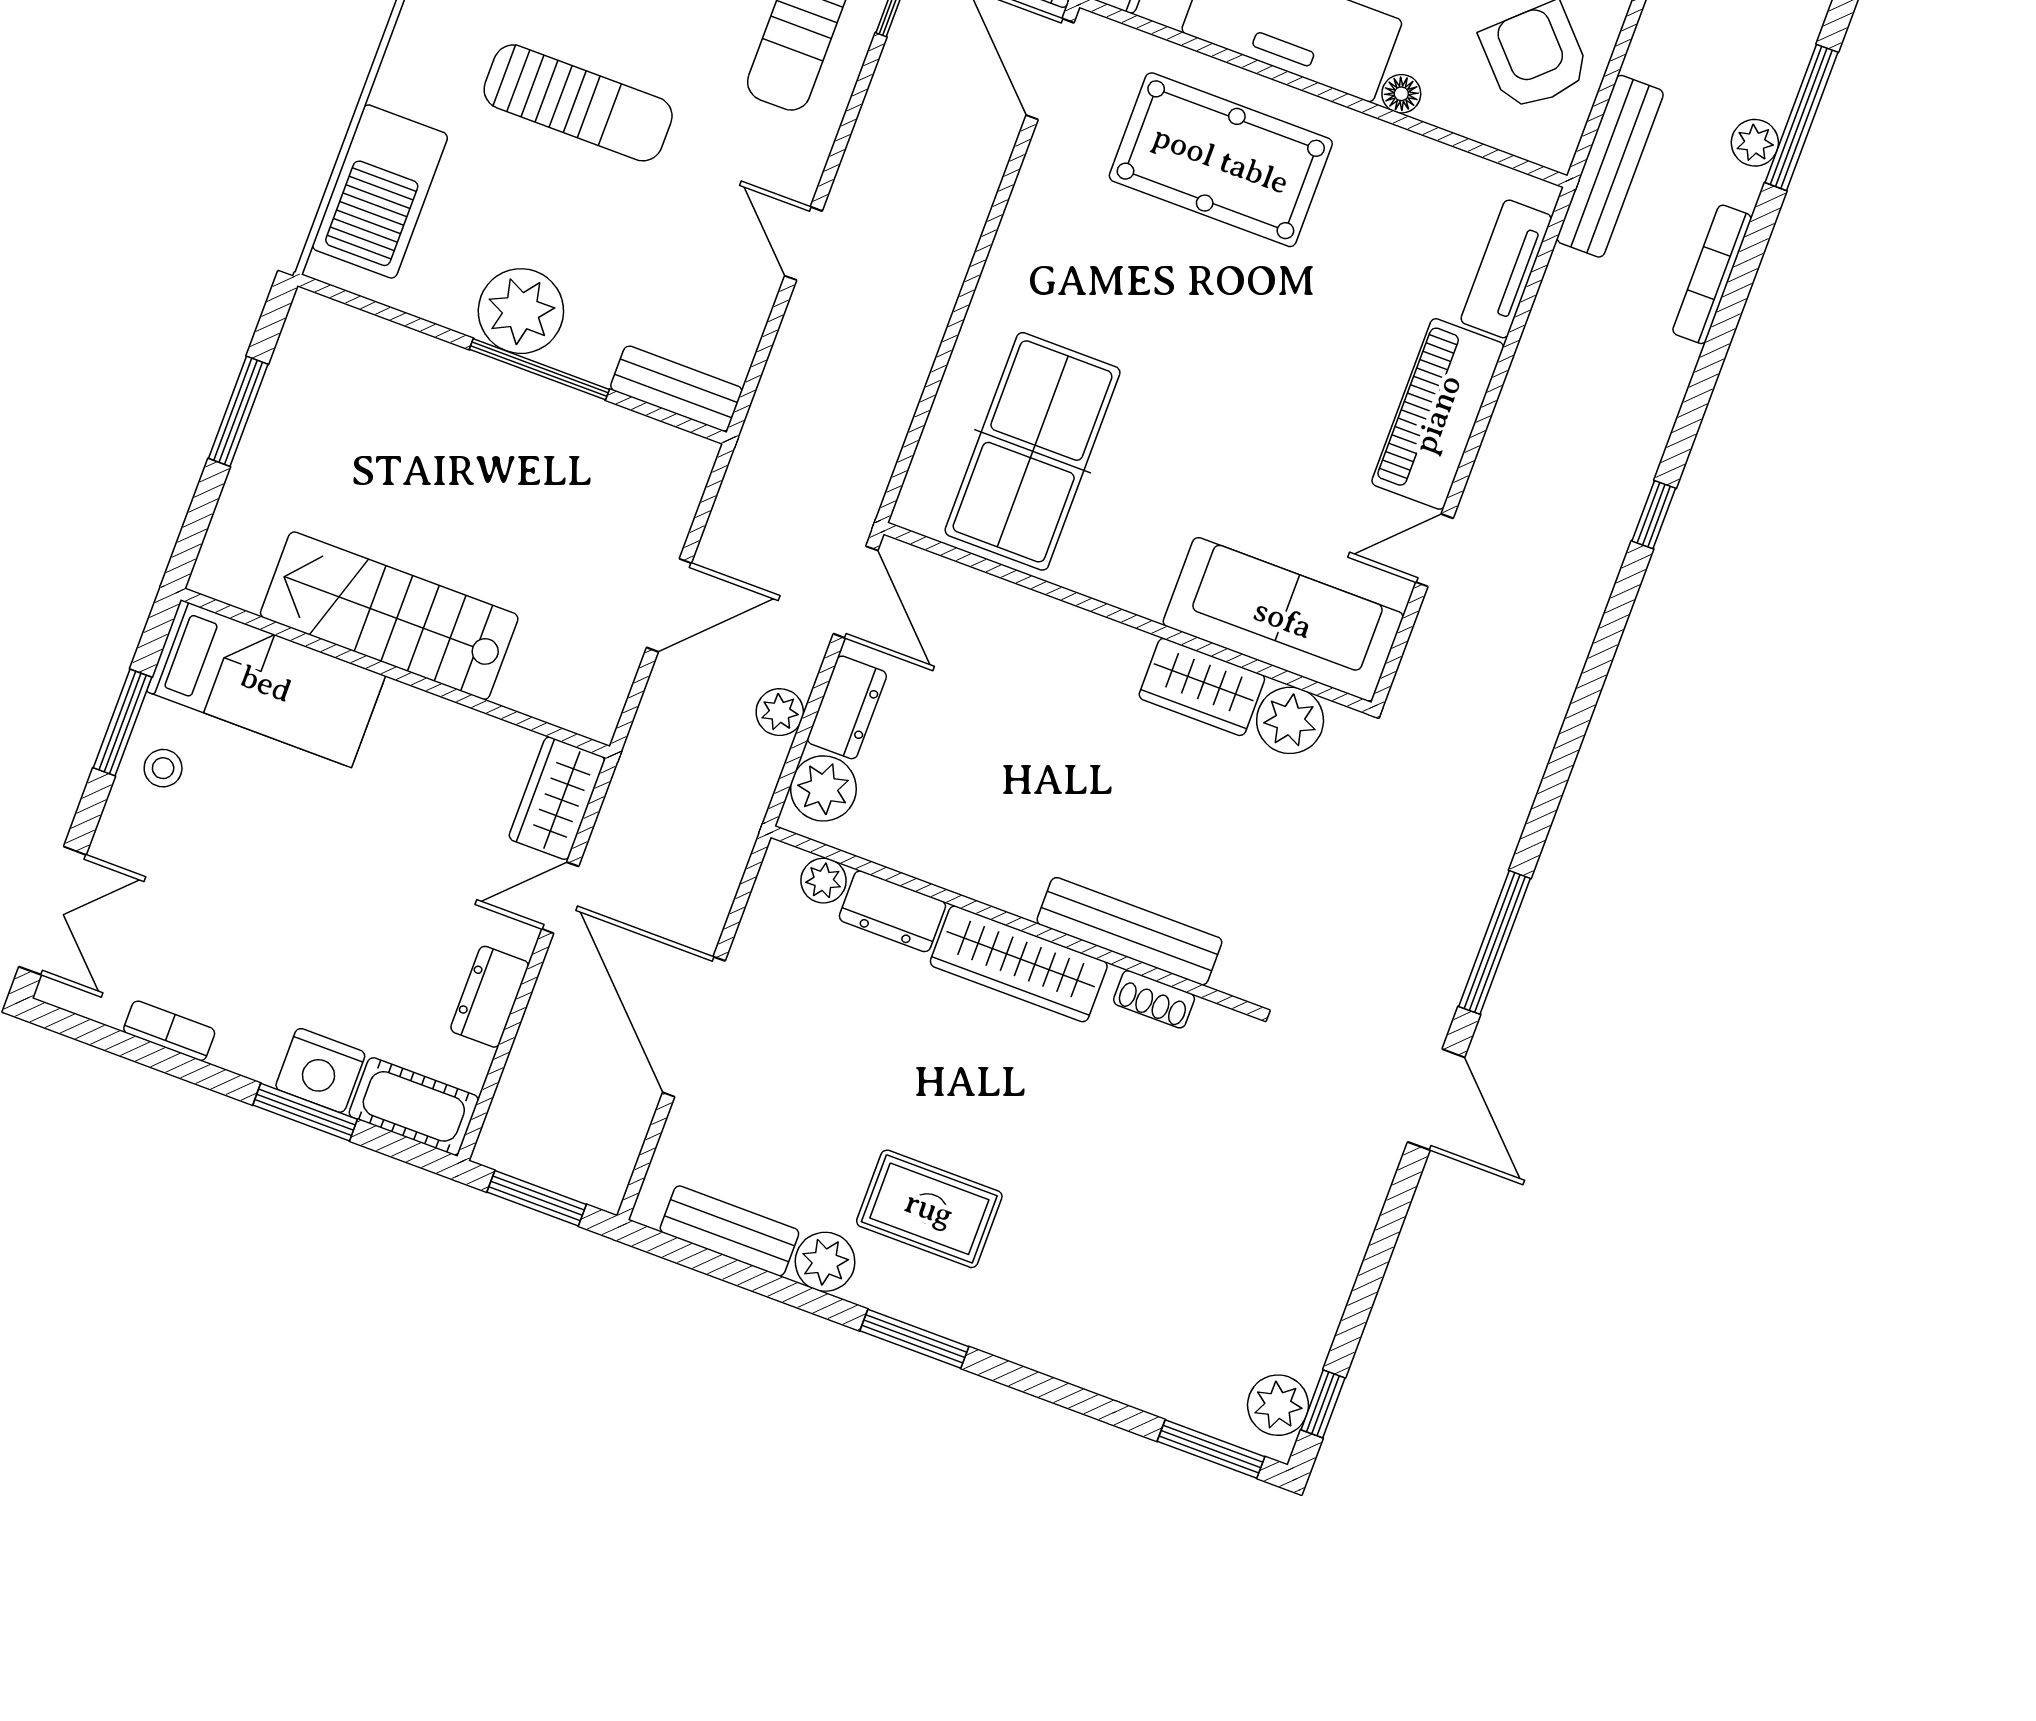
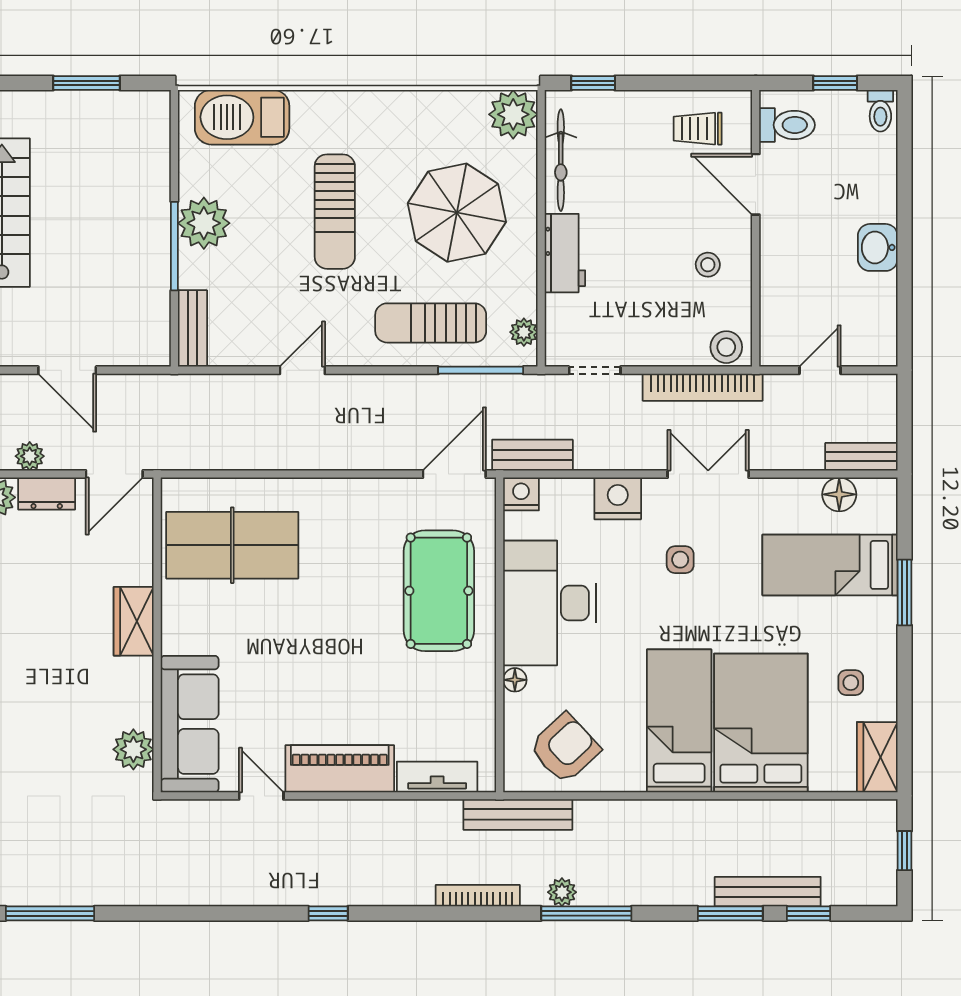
wardrobe: (1202, 687) -> (134, 621), moved

